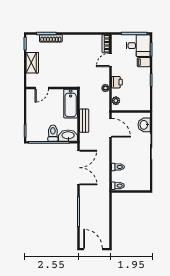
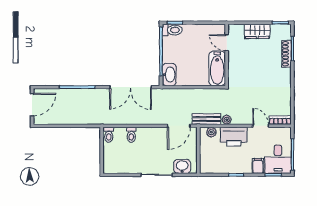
printer: (117, 82) -> (234, 137), width x1.87, depth x1.48
bathtub: (71, 104) -> (217, 68), moved, turned -90
bench: (84, 121) -> (207, 119), moved
toilet: (53, 133) -> (172, 30), moved

